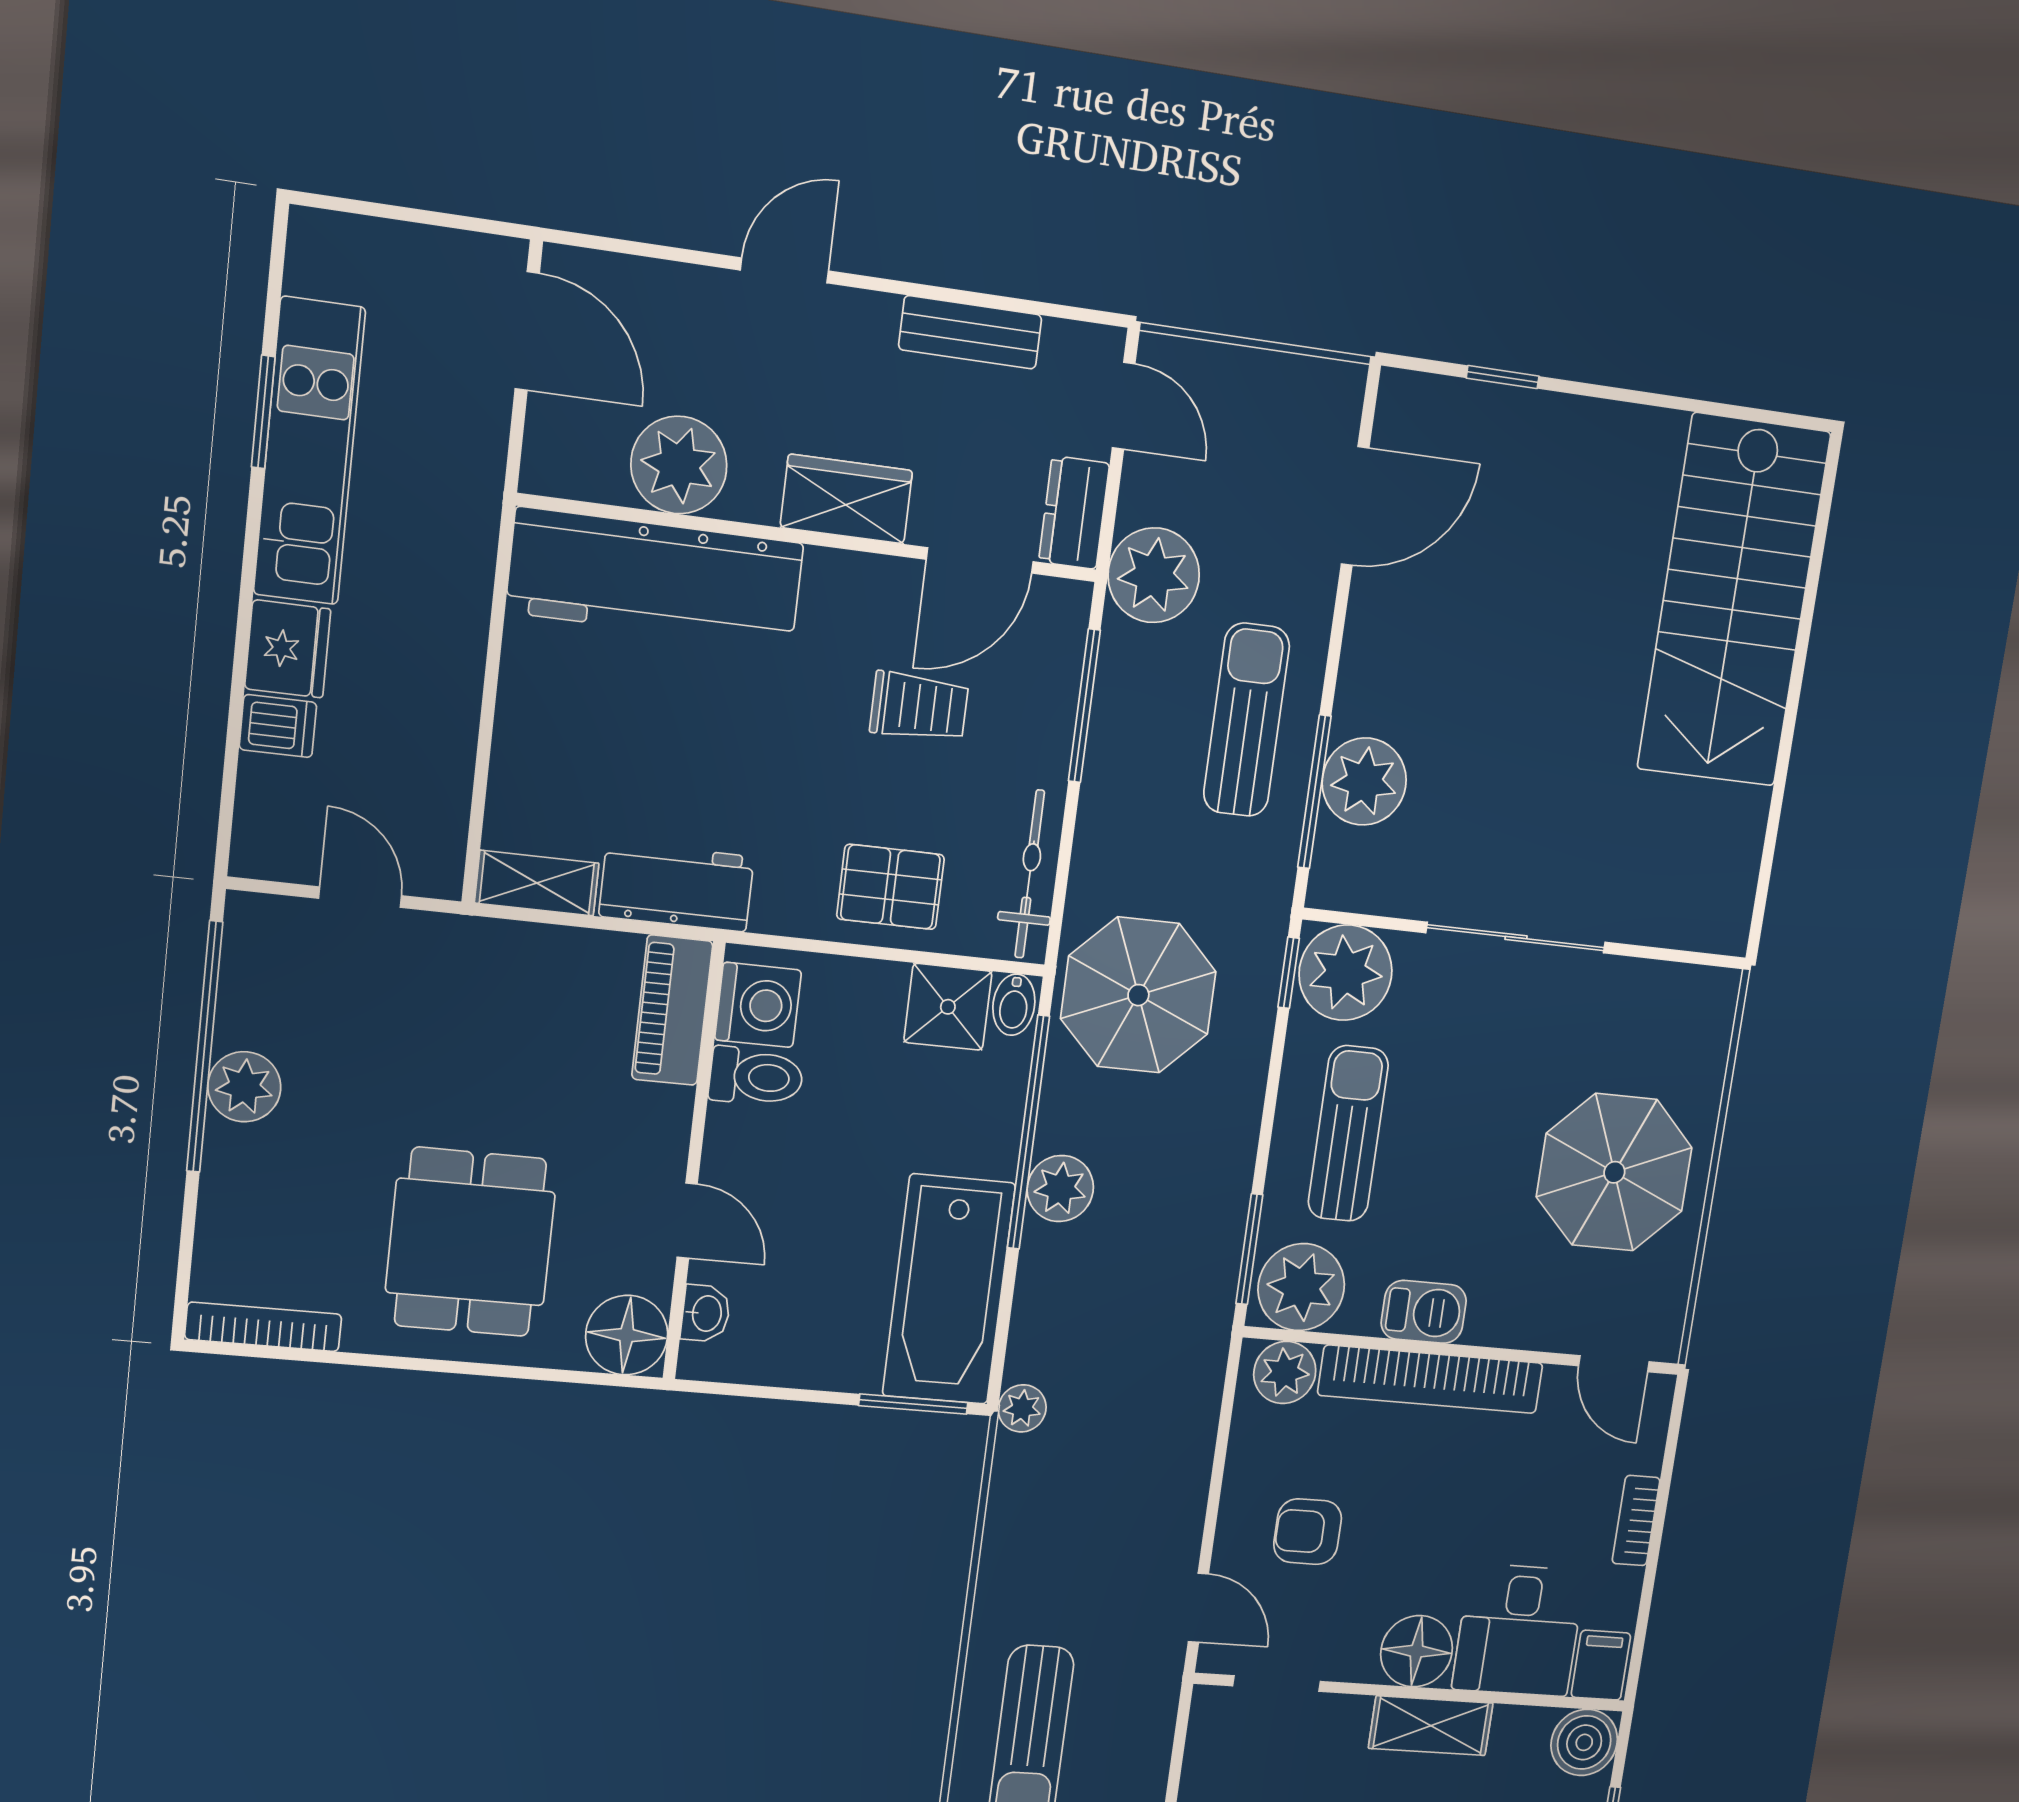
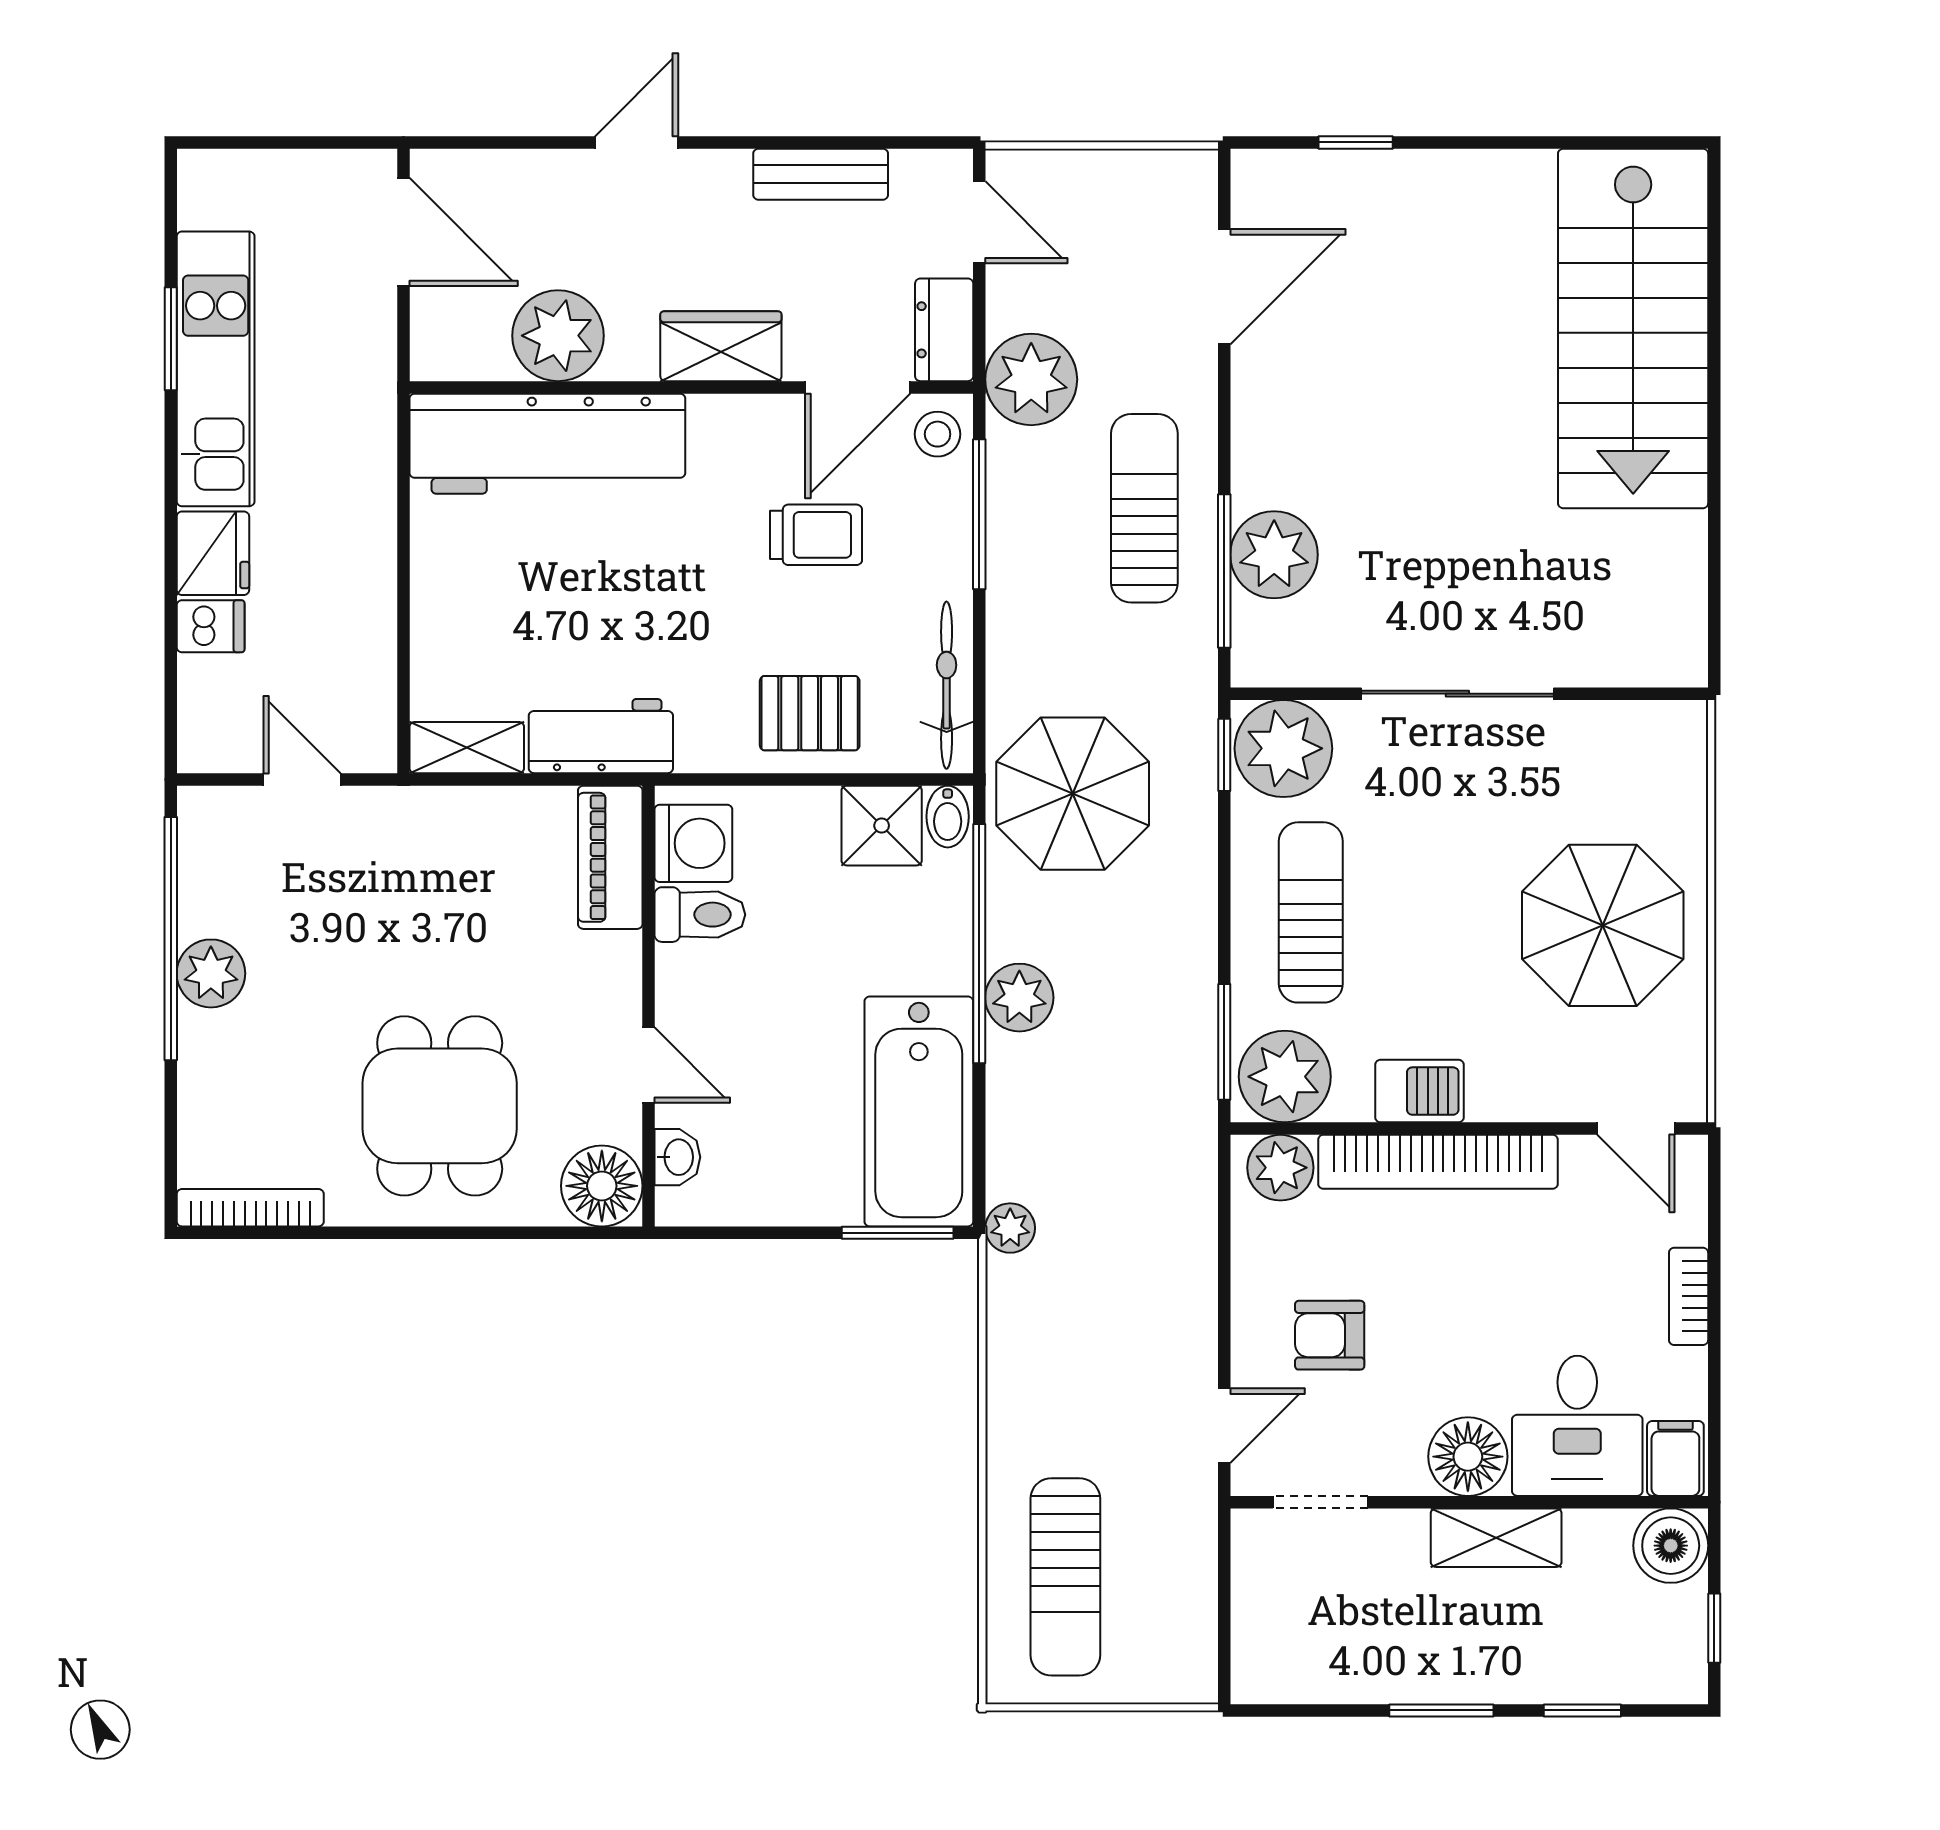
stool: (1054, 619) -> (938, 434), added
door: (1198, 1608) -> (1224, 1426), hinge flipped

